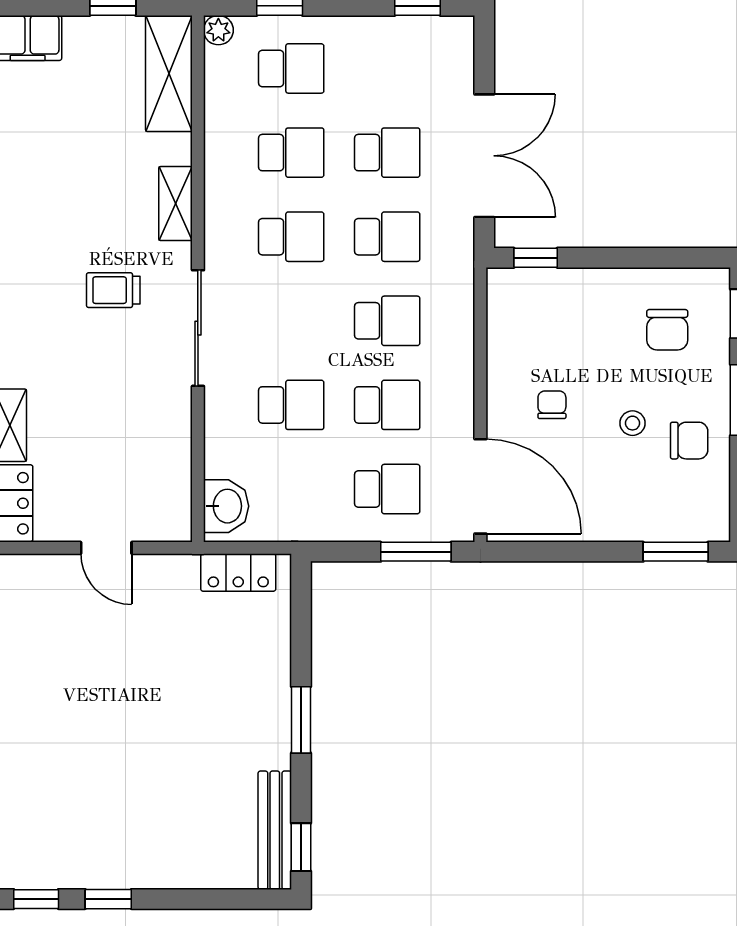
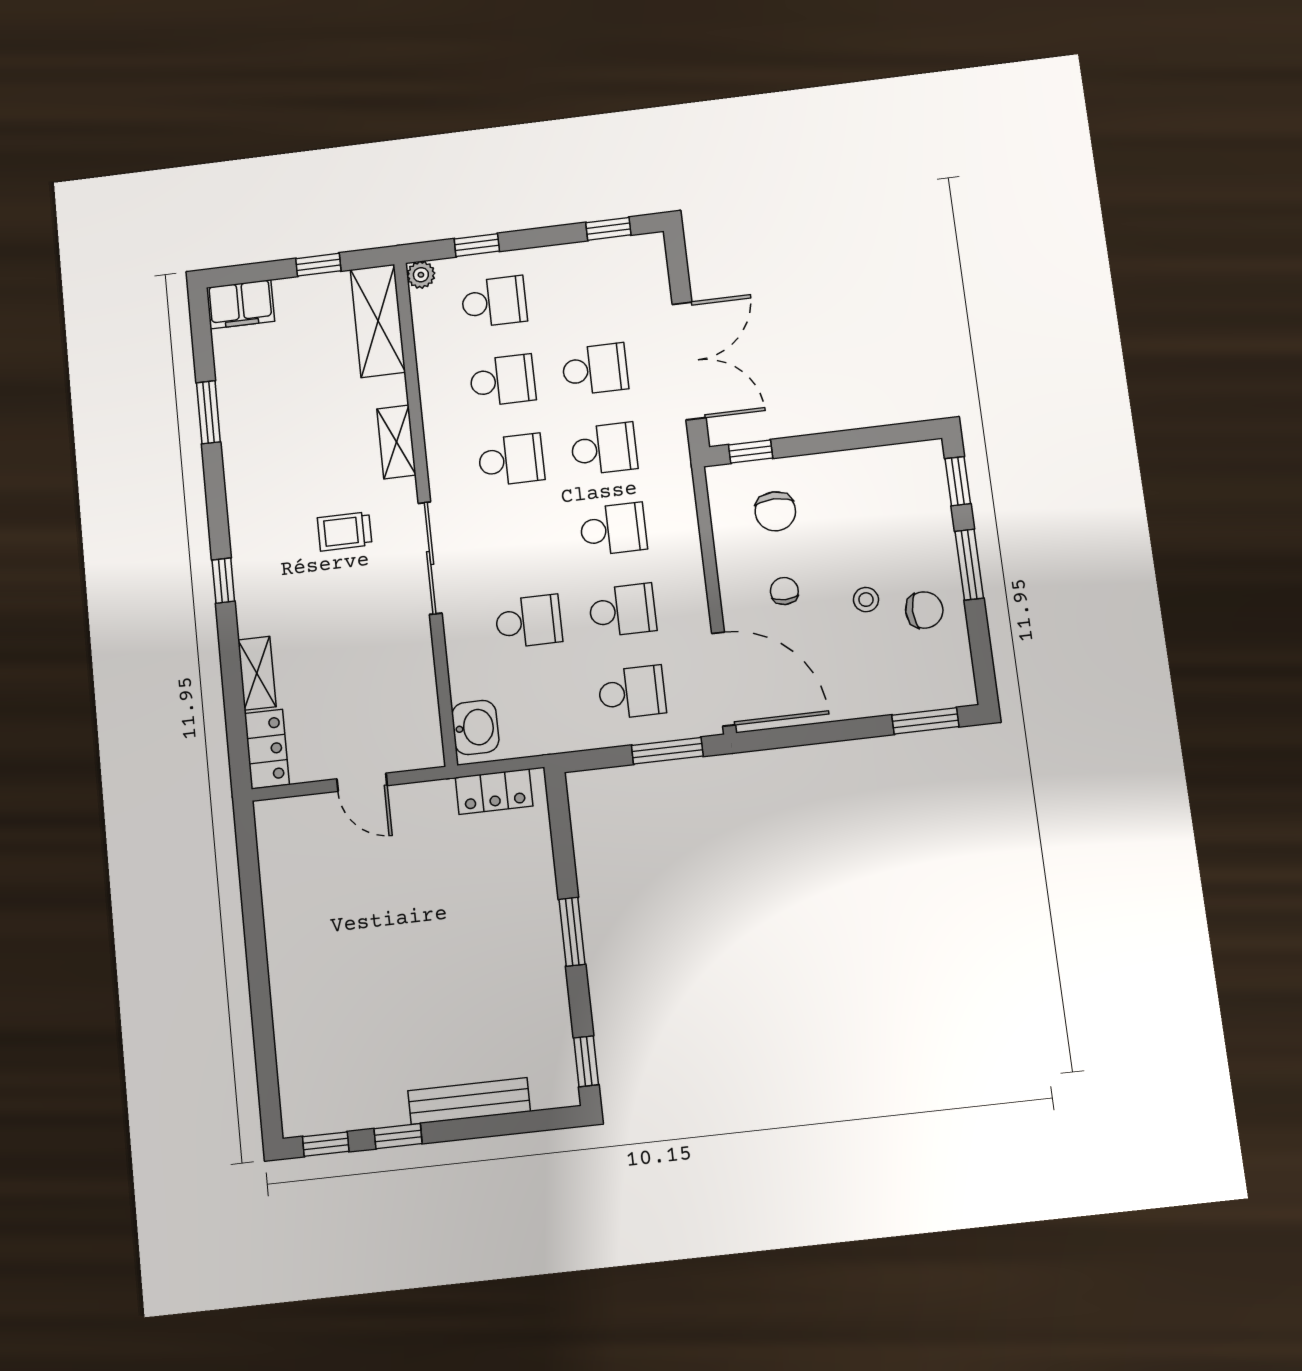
chair: (667, 330) -> (775, 511), moved
bench: (275, 830) -> (469, 1101), moved, turned 90

